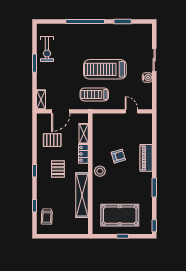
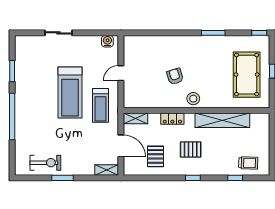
water cooler: (147, 77) -> (107, 41), moved
door: (131, 111) -> (121, 73), moved
shelving: (84, 134) -> (136, 118), moved
piano: (146, 158) -> (177, 43), removed

